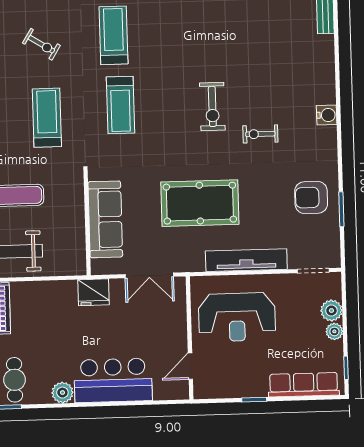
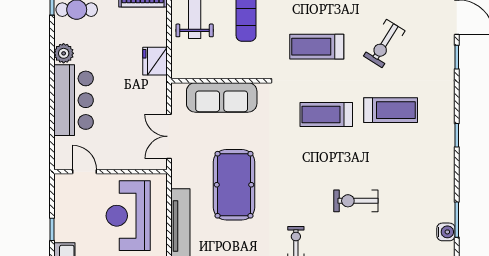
exercise bike: (41, 44) -> (384, 43), width x1.38, depth x1.39
exercise bike: (212, 106) -> (356, 201), moved
treadmill: (47, 118) -> (317, 47), turned 180
fridge: (94, 292) -> (155, 61), moved

